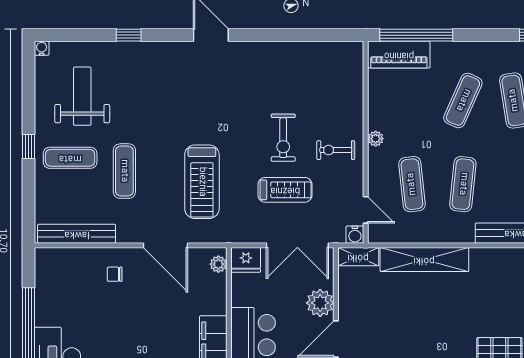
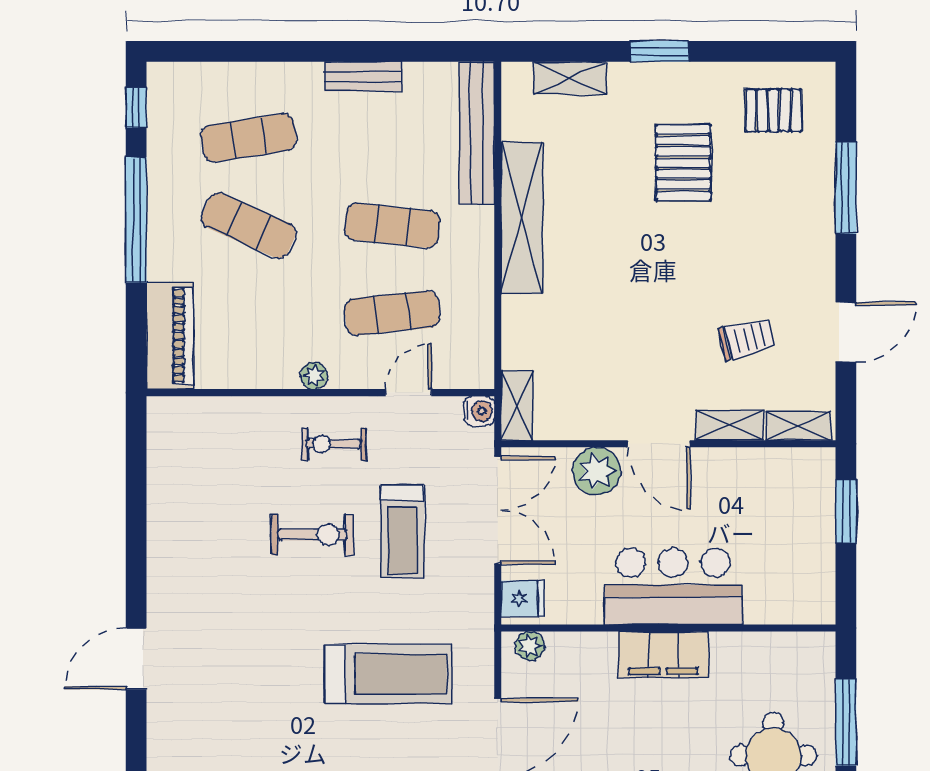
window: (416, 35) -> (136, 220), moved
exercise bike: (336, 150) -> (334, 444), turned 90
treadmill: (285, 190) -> (402, 531), turned 180
door: (366, 210) -> (408, 393), moved
fridge: (246, 260) -> (523, 599), width x0.72
shelving: (424, 260) -> (522, 218), moved

